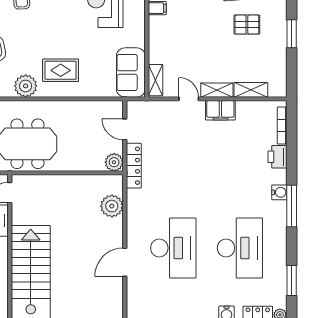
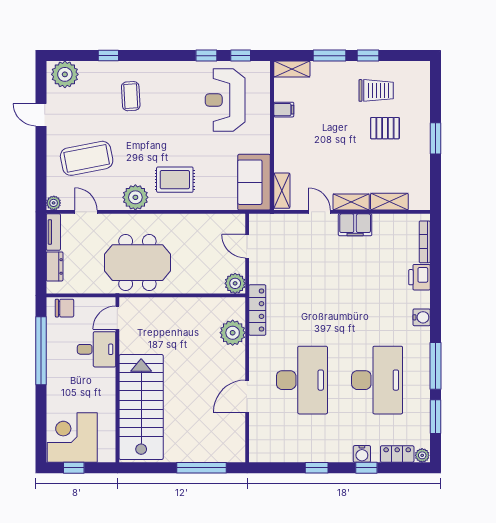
locker: (134, 166) -> (257, 310), moved
window: (292, 206) -> (435, 366), moved

